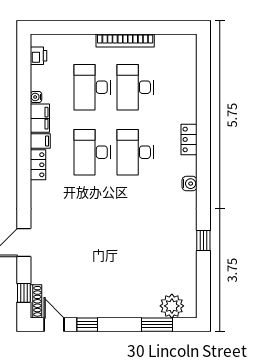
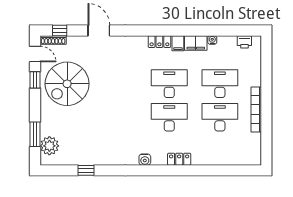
window: (203, 241) -> (86, 170), moved
spiral stairs: (92, 283) -> (67, 84), added
door: (54, 325) -> (35, 54), hinge flipped

